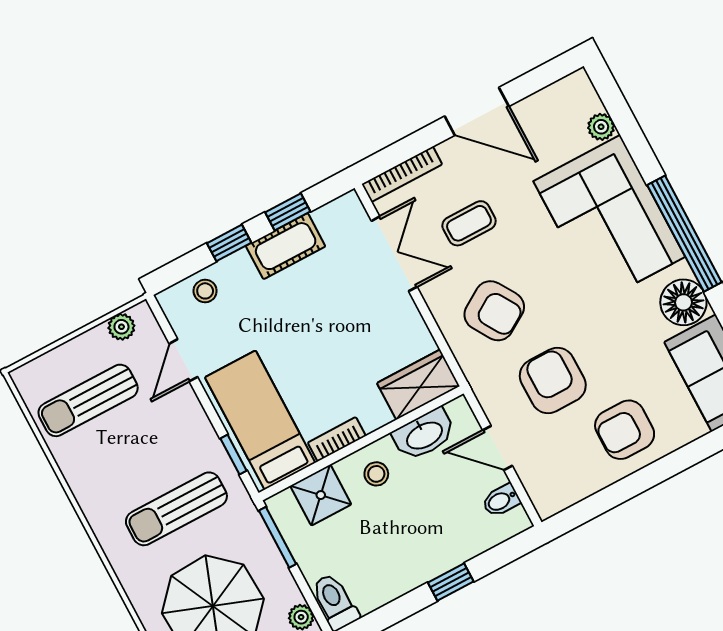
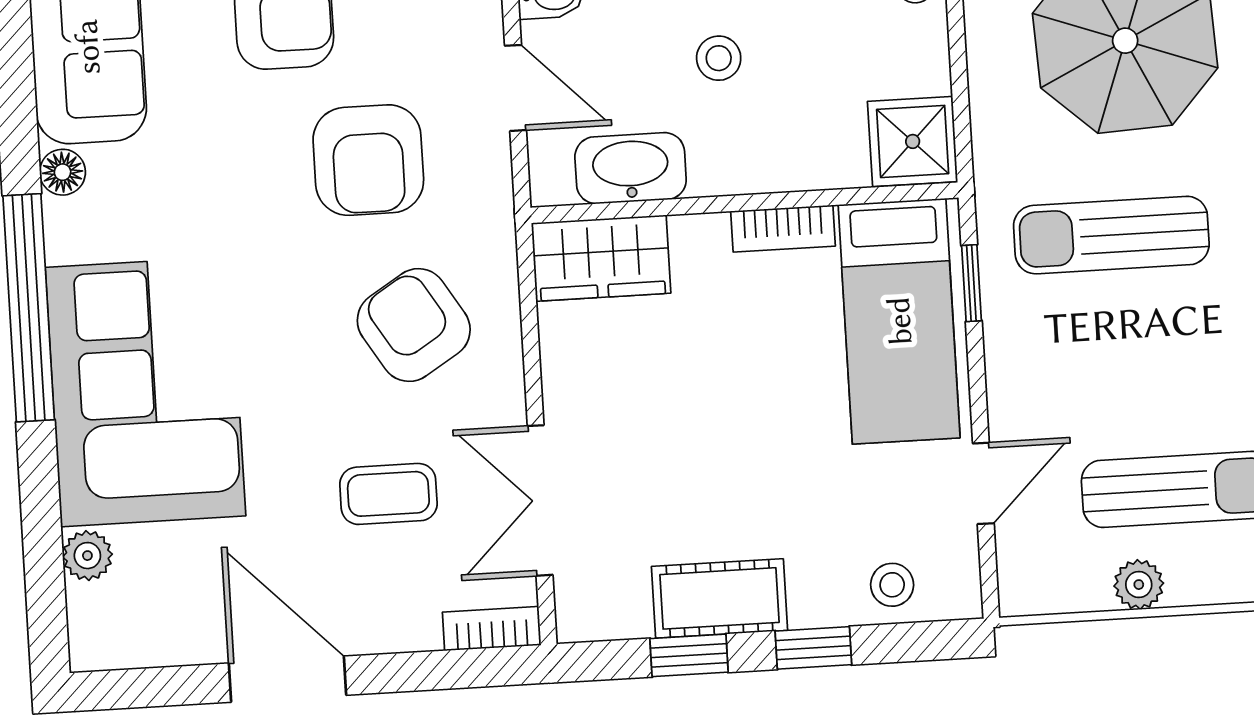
bookcase: (402, 174) -> (492, 629), width x0.64
floor lamp: (683, 302) -> (63, 172), width x0.53, depth x0.53
plant: (121, 327) -> (1139, 585), moved
stool: (376, 474) -> (719, 58), moved
shower: (321, 495) -> (913, 141), moved
sun lounger: (176, 509) -> (1111, 235), turned 180
window: (278, 537) -> (961, 107), removed

